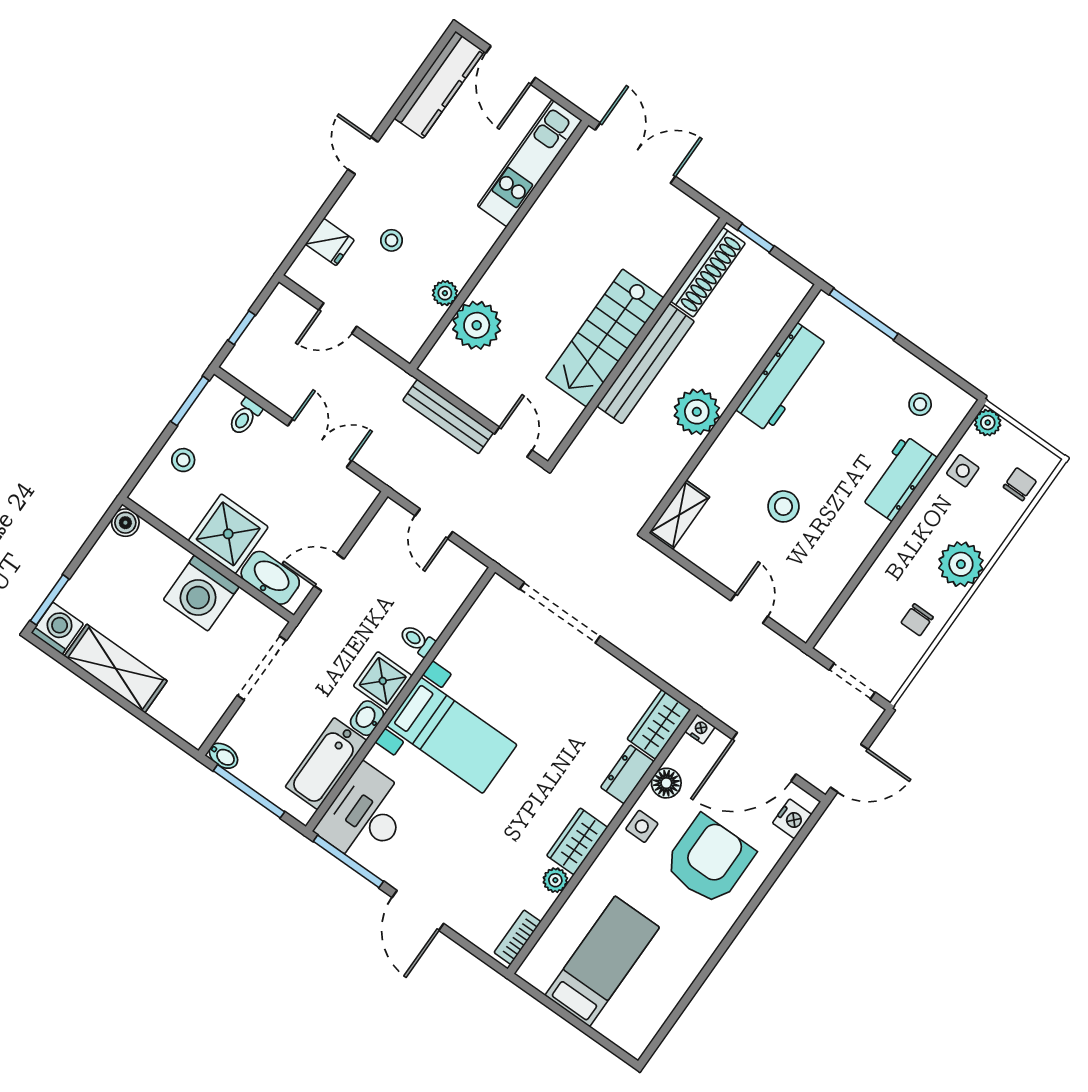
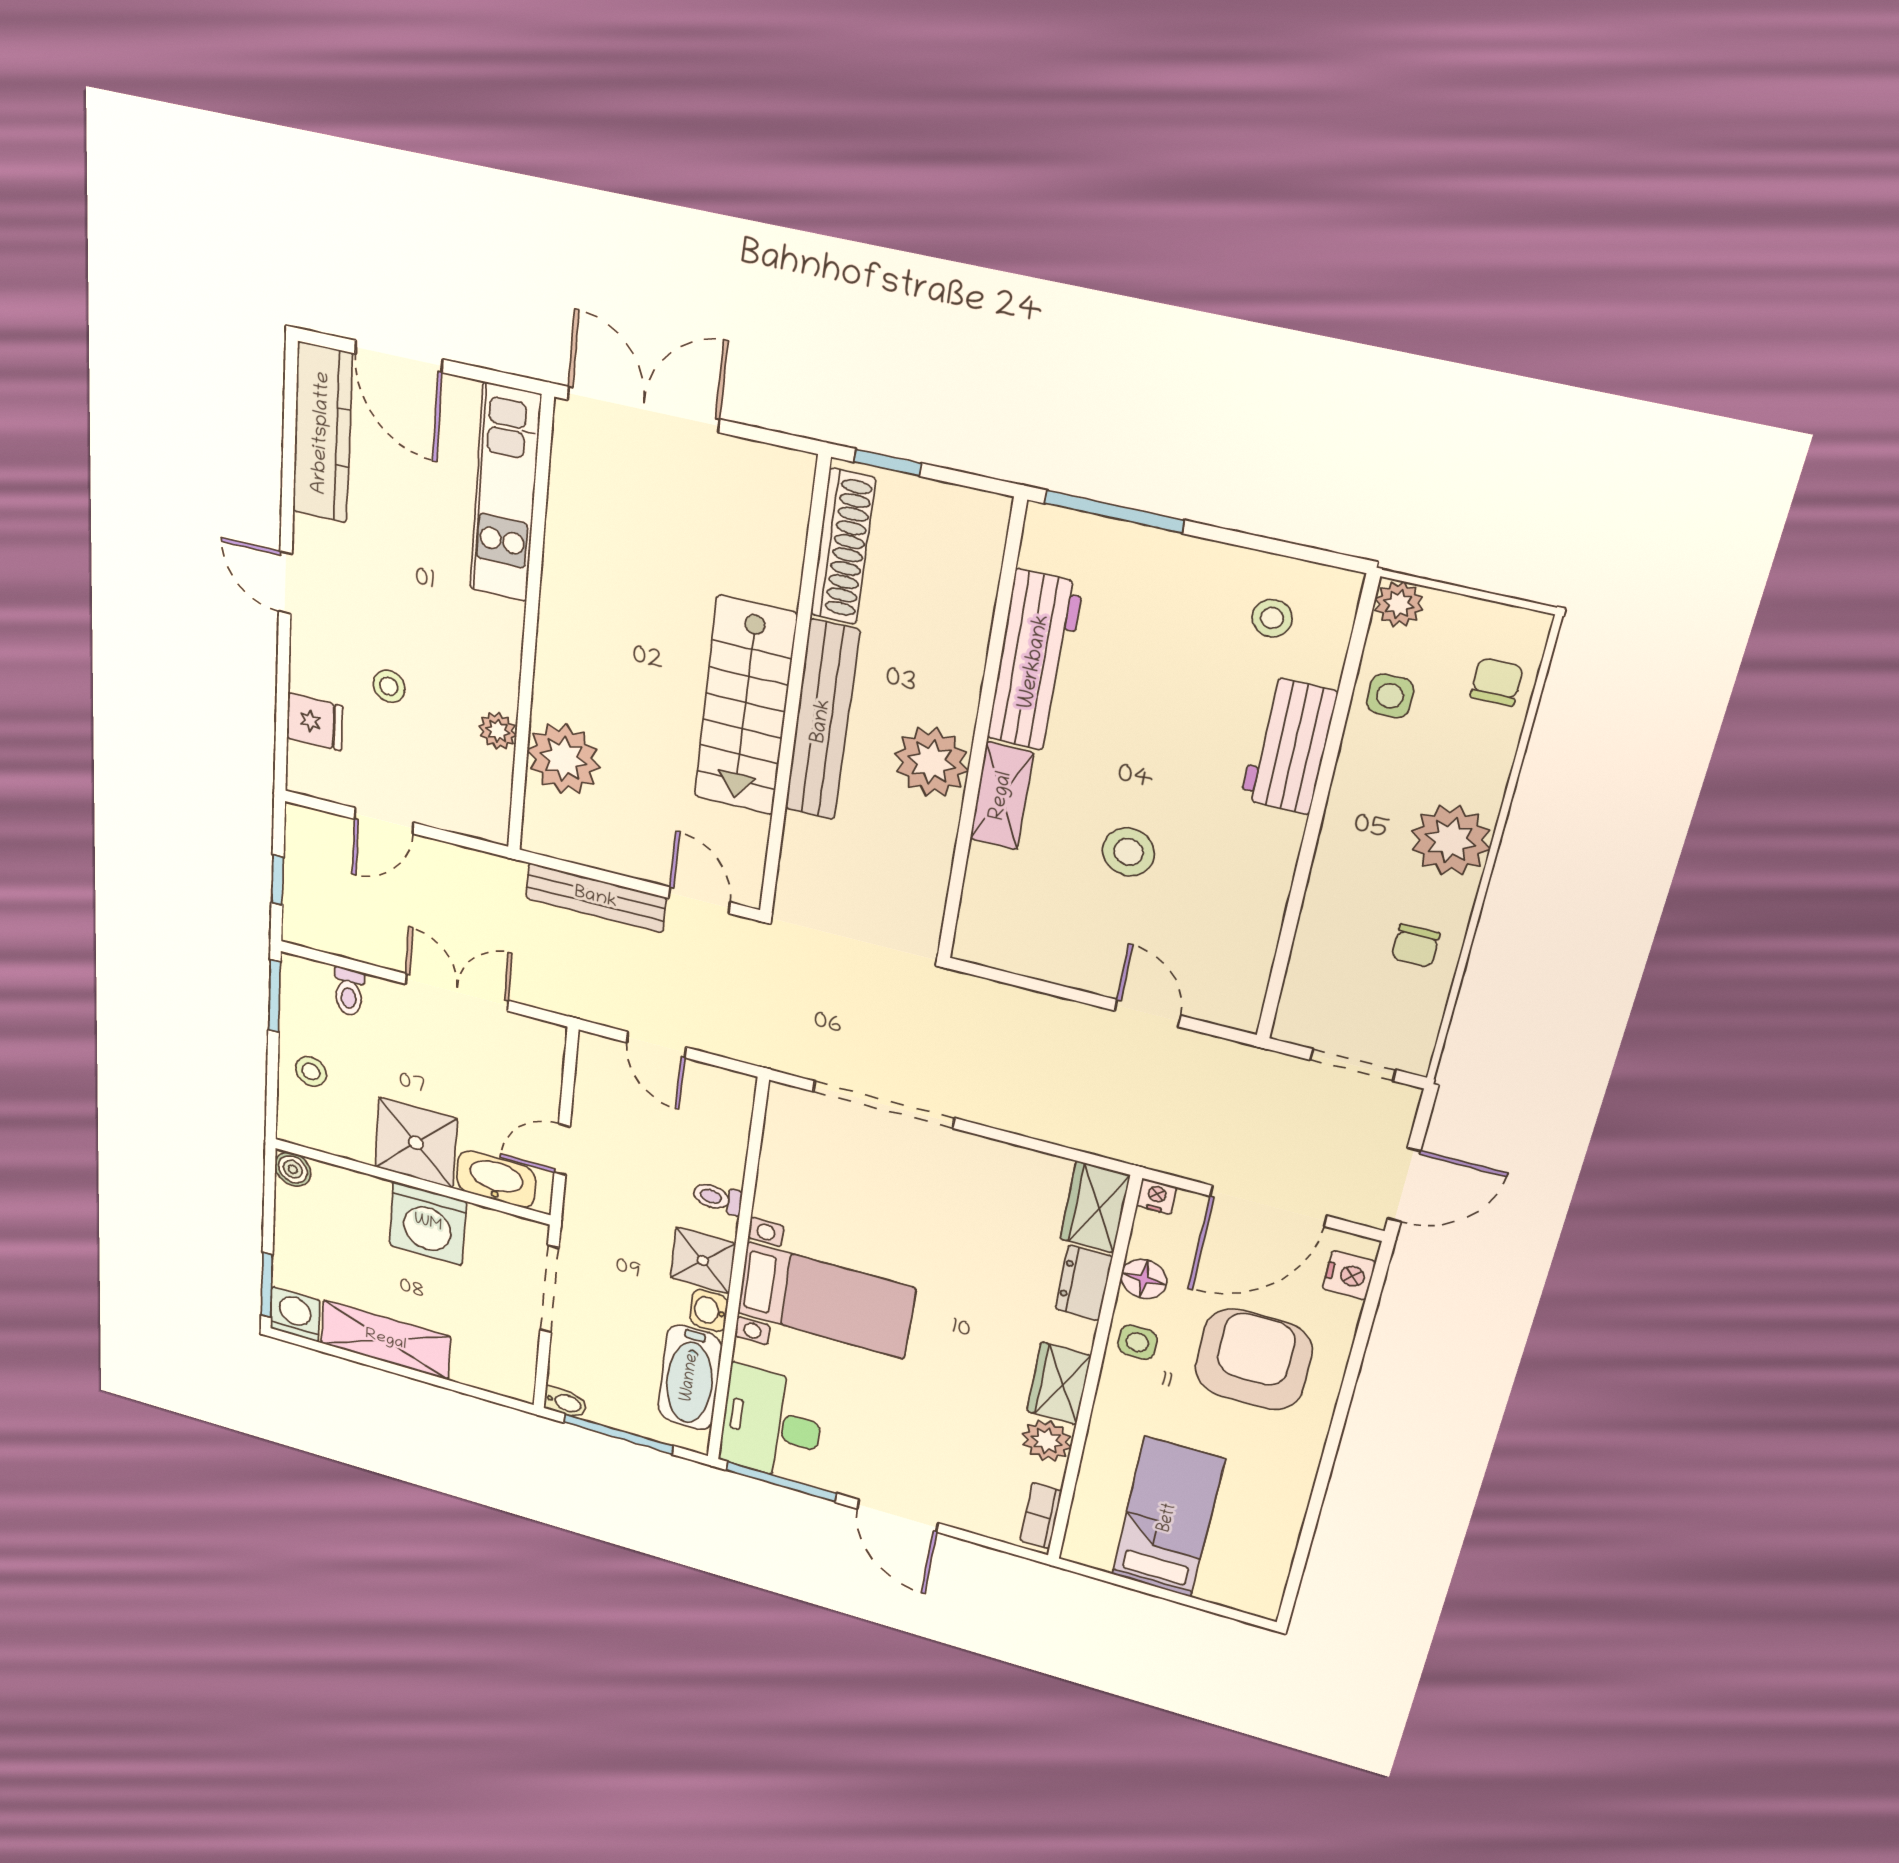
shelving: (679, 515) -> (1002, 796), moved
plant: (555, 880) -> (1047, 1441), width x1.38, depth x1.38

